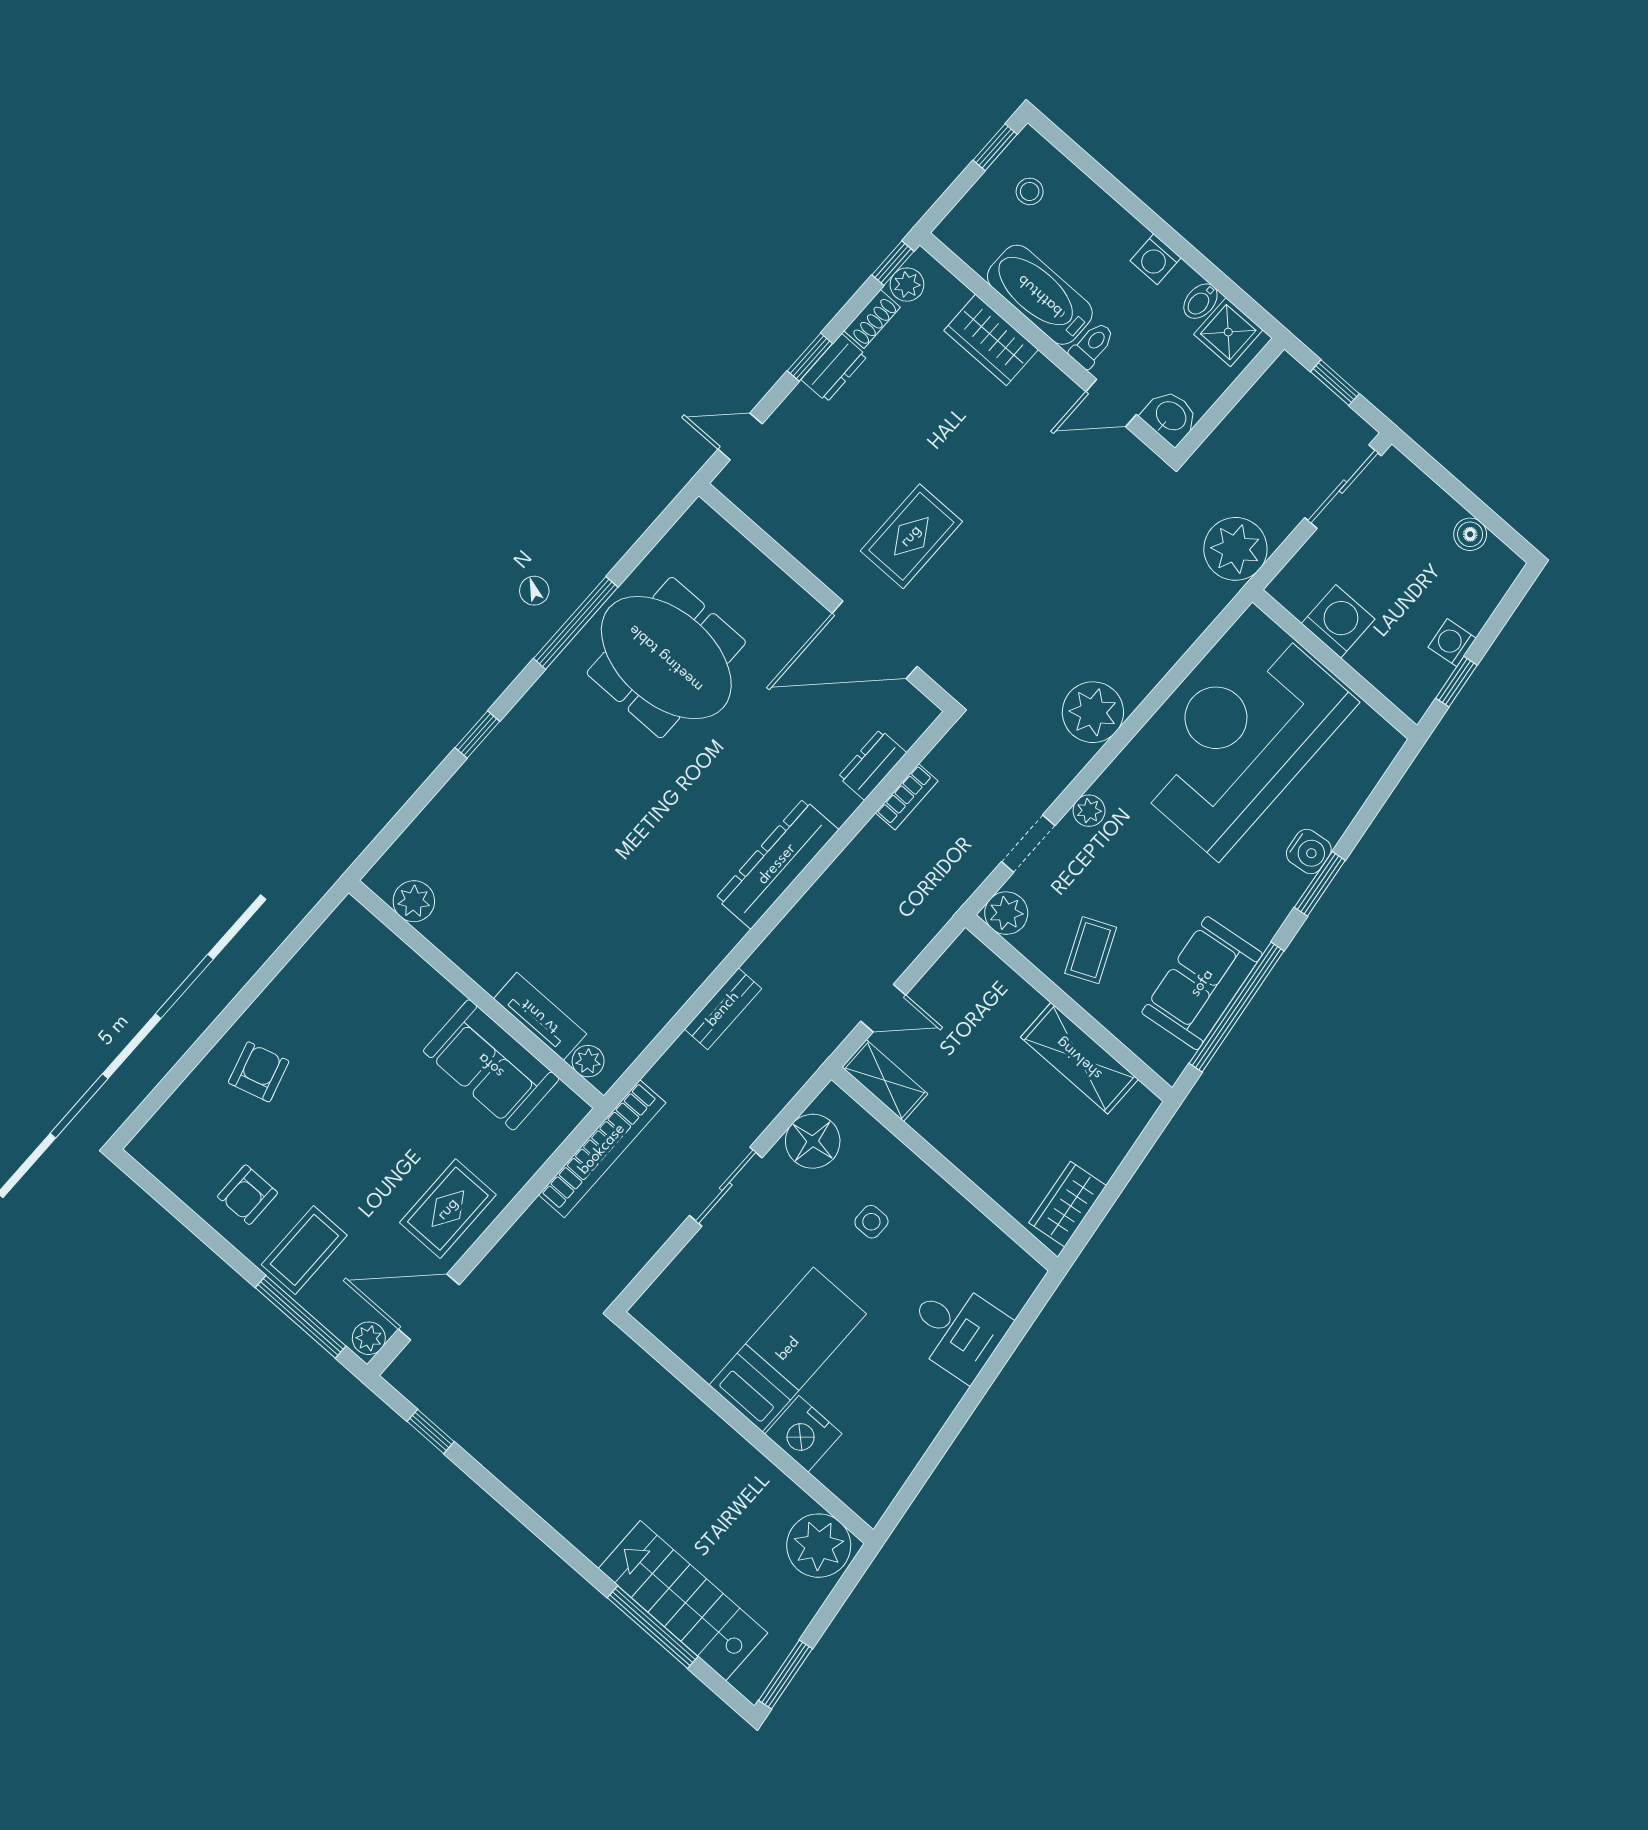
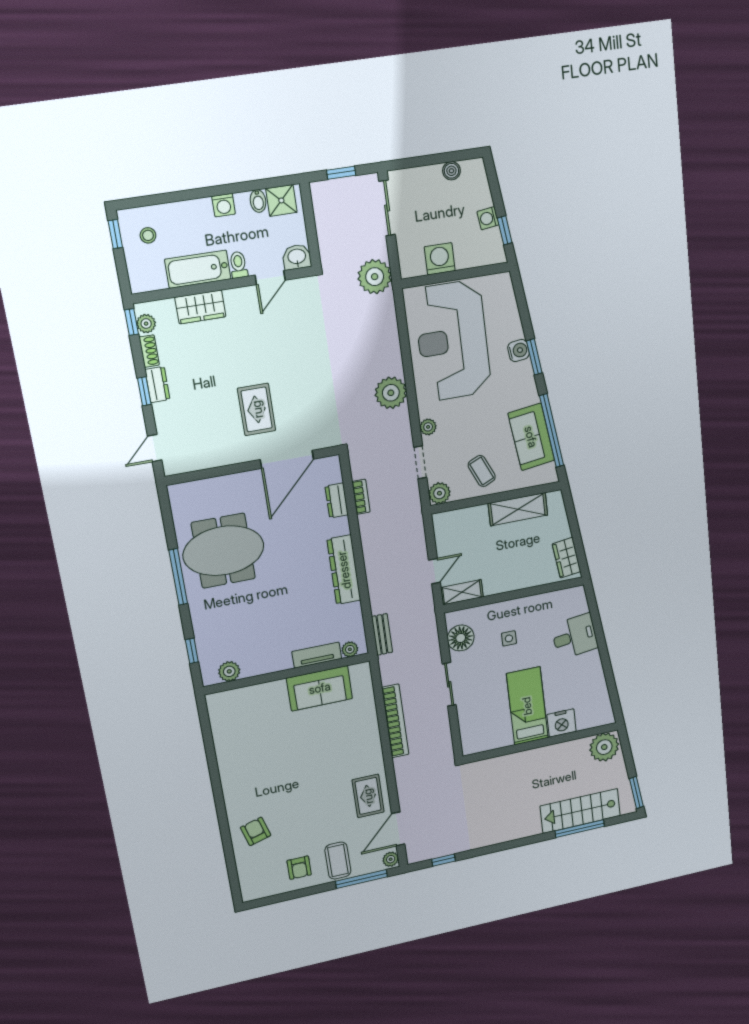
plant: (414, 901) -> (229, 671), moved
wall: (476, 994) -> (287, 674), moved
tv unit: (540, 1016) -> (317, 655), moved
plant: (588, 1061) -> (350, 649), moved
sofa: (491, 1065) -> (320, 688), moved

